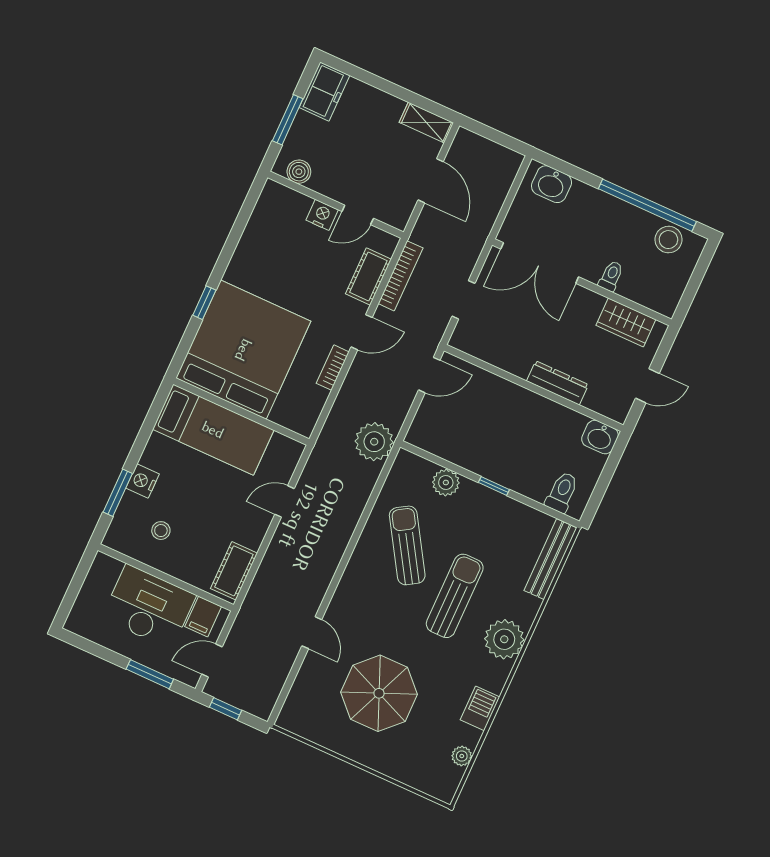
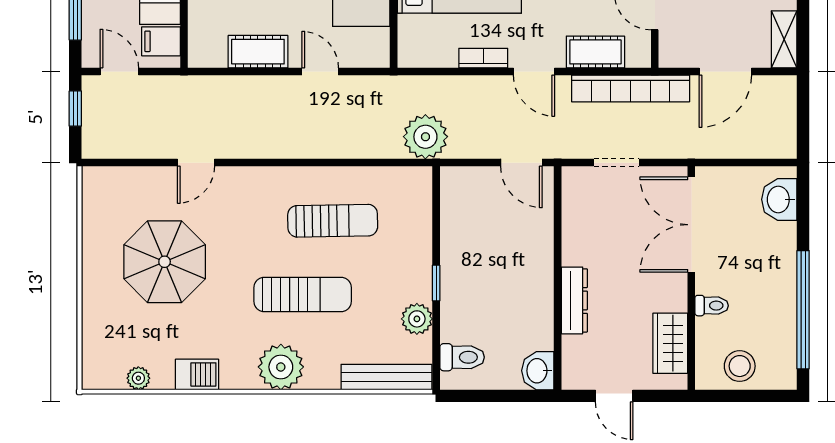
stool: (668, 240) -> (740, 366), moved
bookcase: (401, 276) -> (631, 88), width x1.48, depth x1.31
plant: (446, 482) -> (417, 319), moved
sun lounger: (407, 545) -> (333, 221), turned 31
cot: (234, 571) -> (258, 52), moved

